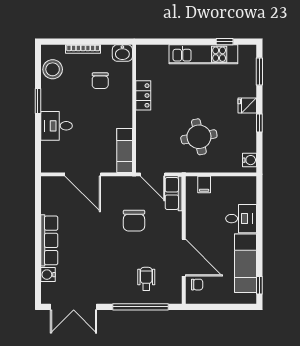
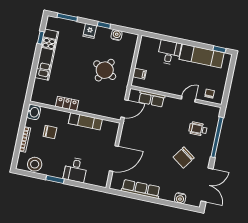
round table: (199, 137) -> (105, 70), turned 38
exam couch: (125, 150) -> (85, 121), moved
water cooler: (250, 160) -> (117, 35), moved
row of seats: (174, 193) -> (151, 99), moved
chair: (134, 221) -> (184, 157), moved, turned 125
row of seats: (49, 240) -> (141, 189), moved
door: (184, 258) -> (188, 99), width x0.53

